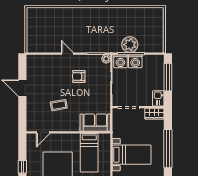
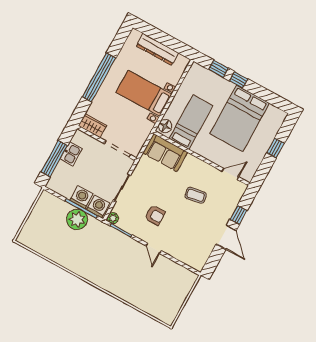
kitchen sink: (158, 98) -> (71, 154), moved
window: (22, 108) -> (239, 215), added
floor lamp: (105, 140) -> (165, 126), added

